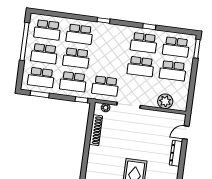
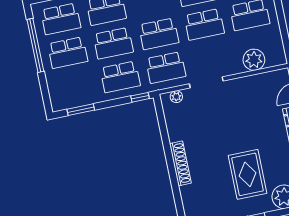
school desk: (41, 77) -> (159, 34), moved
shoe rack: (96, 130) -> (180, 163), moved

